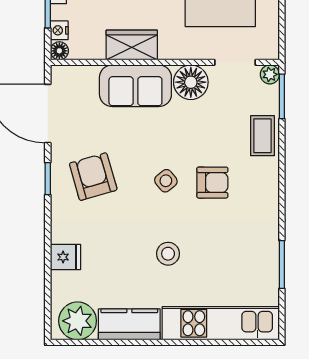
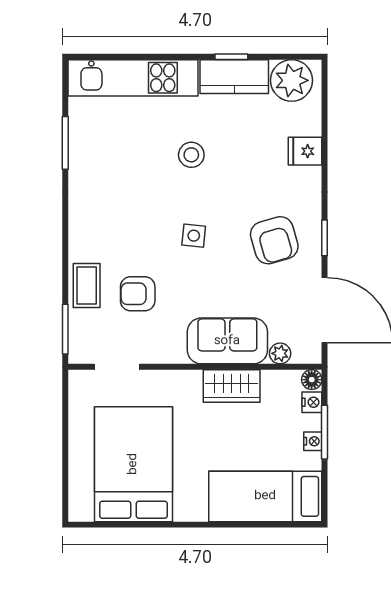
plant: (270, 74) -> (280, 353), moved
floor lamp: (191, 82) -> (166, 345), removed
side table: (166, 181) -> (194, 236), turned 45
armchair: (212, 183) -> (138, 294), moved
window: (132, 342) -> (231, 57), added

